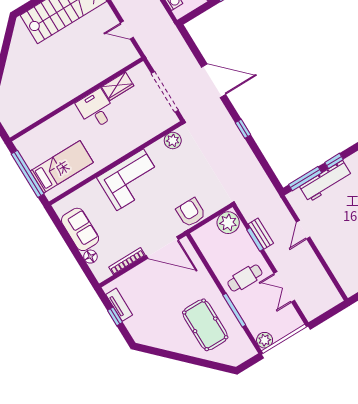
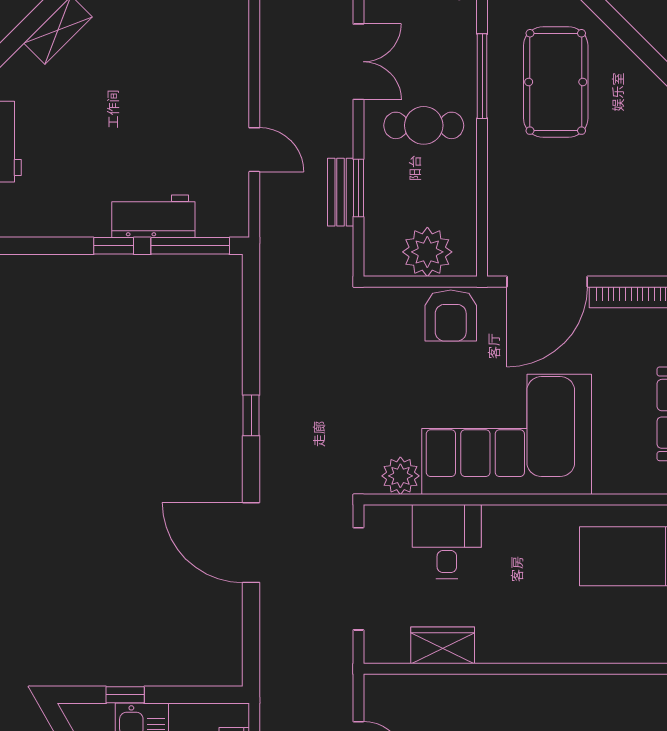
desk: (96, 109) -> (447, 542), moved, turned 180
corner sofa: (130, 180) -> (507, 434), width x1.36, depth x1.36
workbench: (326, 181) -> (153, 216), width x0.73
plant: (228, 223) -> (427, 252), moved
door: (303, 230) -> (254, 150), hinge flipped
door: (162, 248) -> (547, 282), swing flipped

